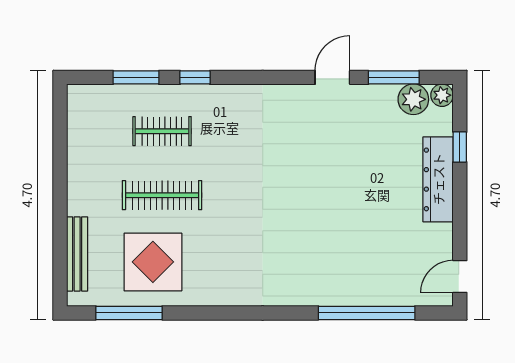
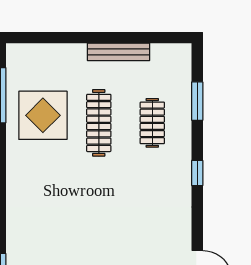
window: (195, 77) -> (197, 173), moved
bench: (77, 254) -> (119, 52), moved

